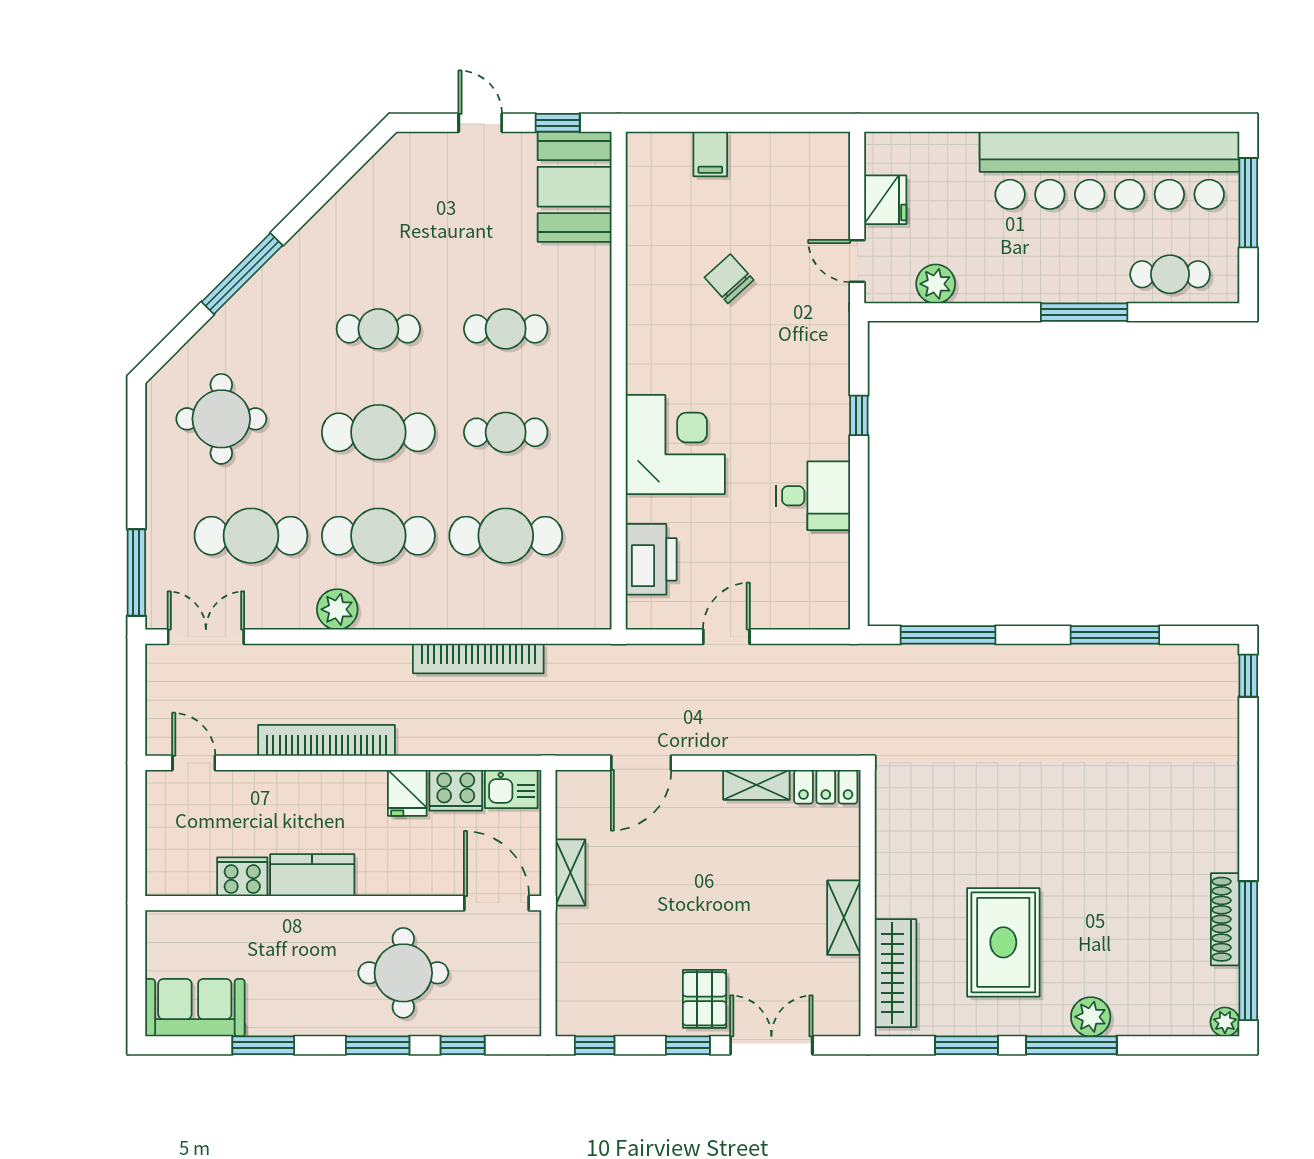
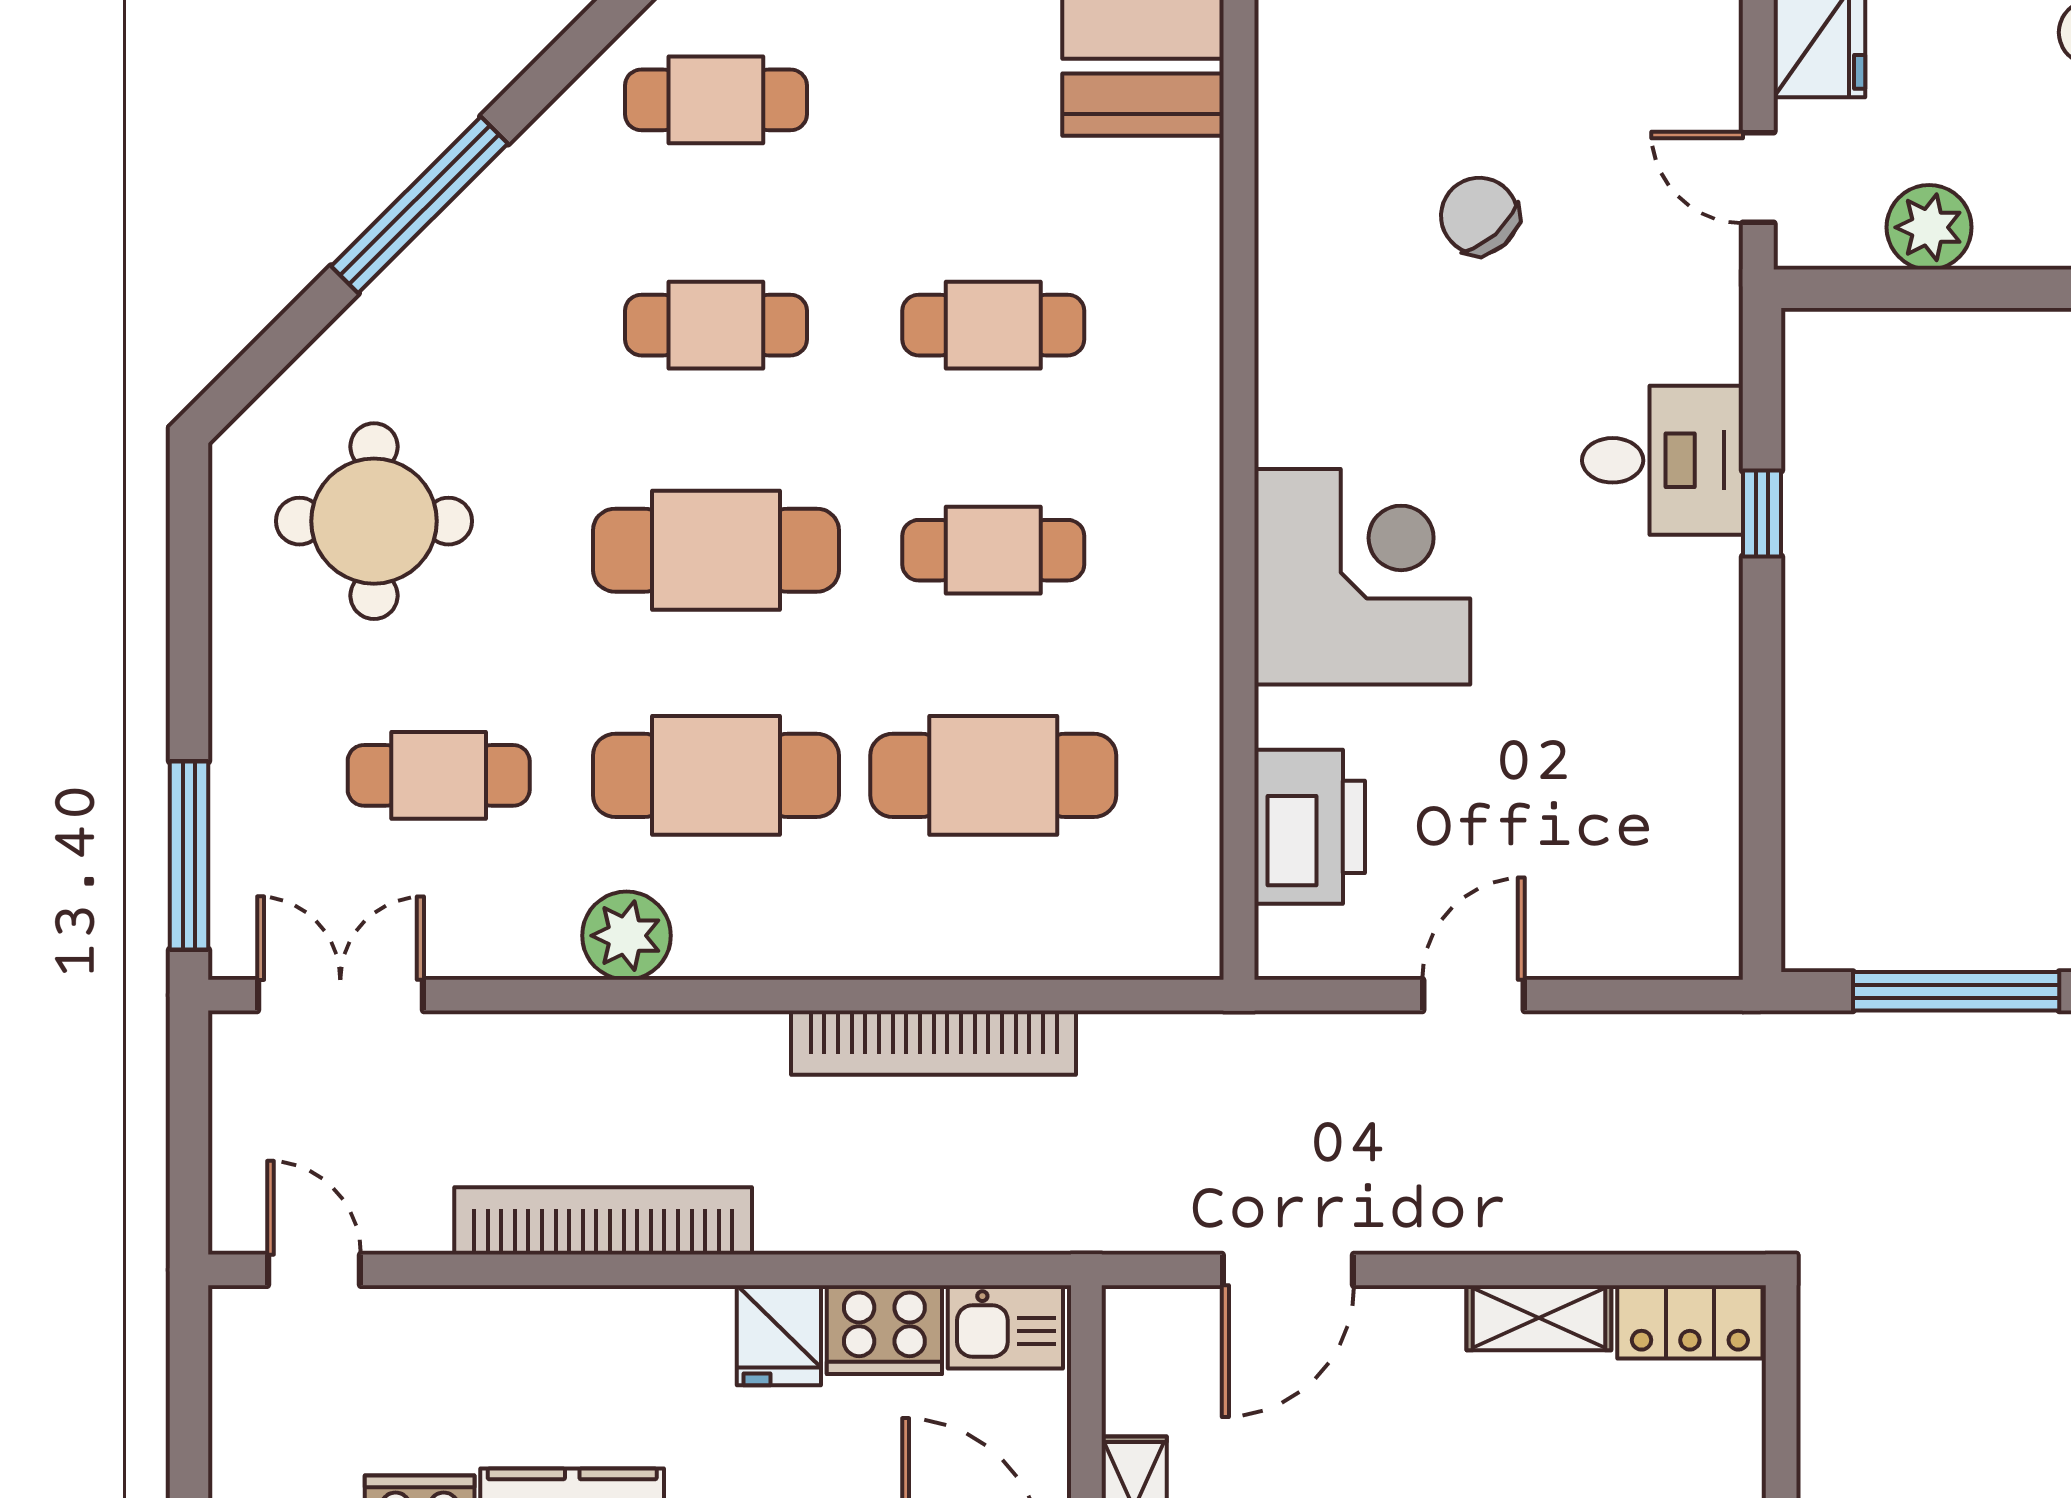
cafe table: (378, 225) -> (716, 100), added
desk: (813, 496) -> (1663, 460), moved
cafe table: (251, 536) -> (439, 775), width x0.73, depth x0.74

